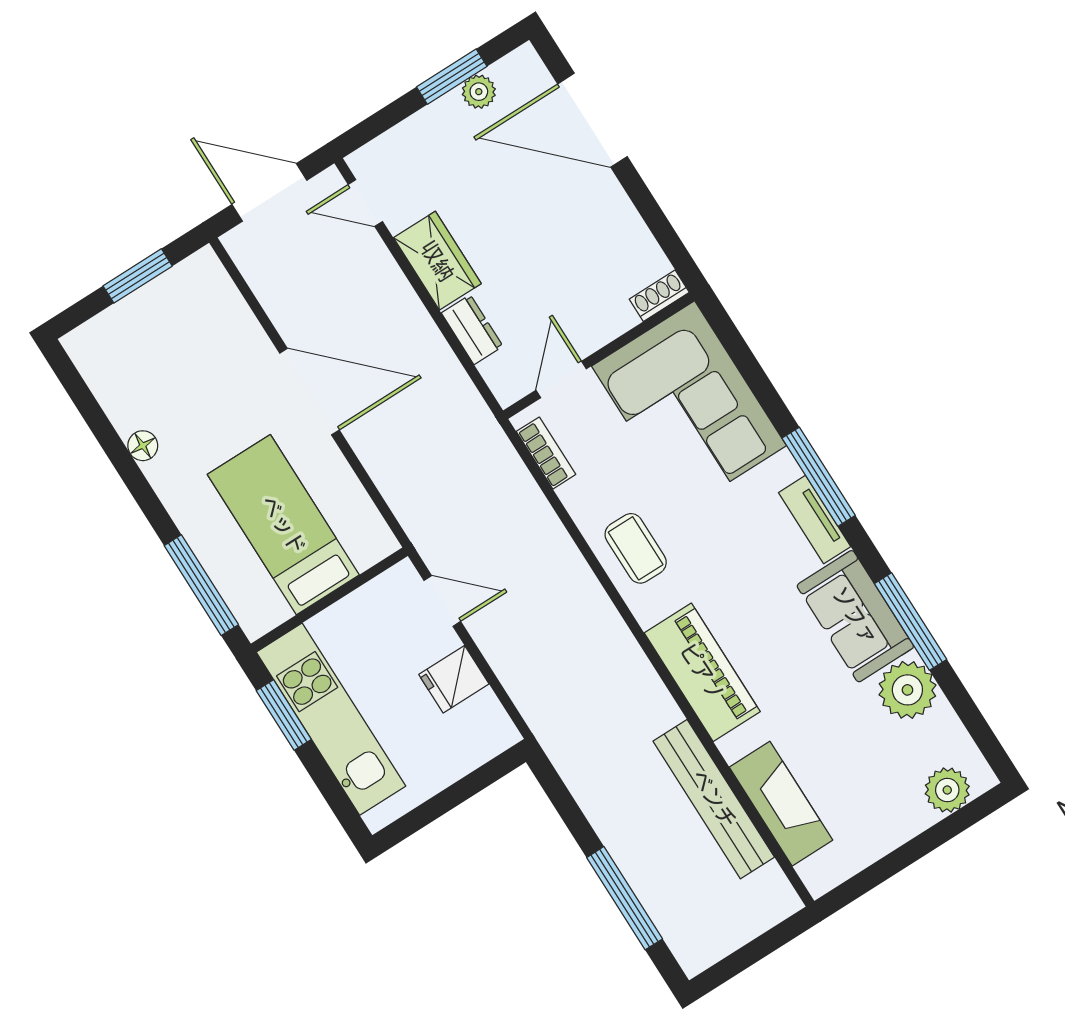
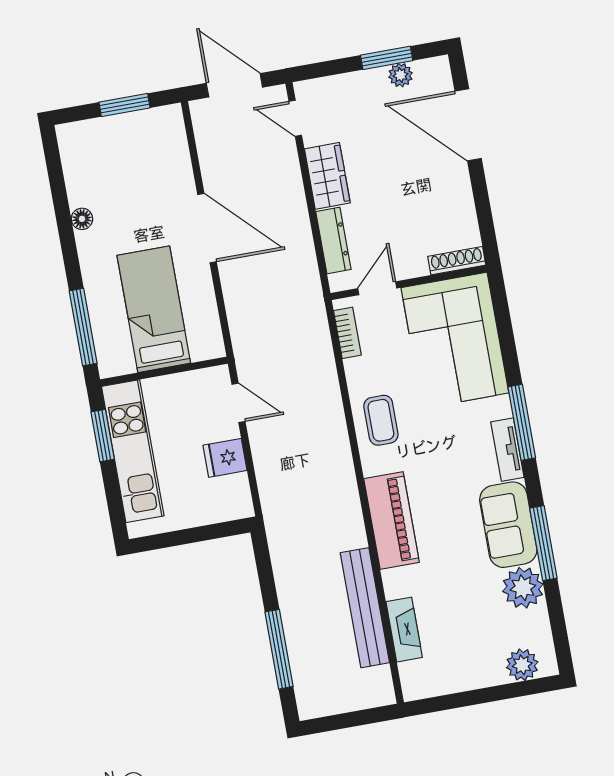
shoe rack: (659, 296) -> (457, 261), width x1.43
dresser: (472, 330) -> (333, 241), width x1.44
fireplace: (781, 804) -> (404, 630), width x0.73, depth x0.76

